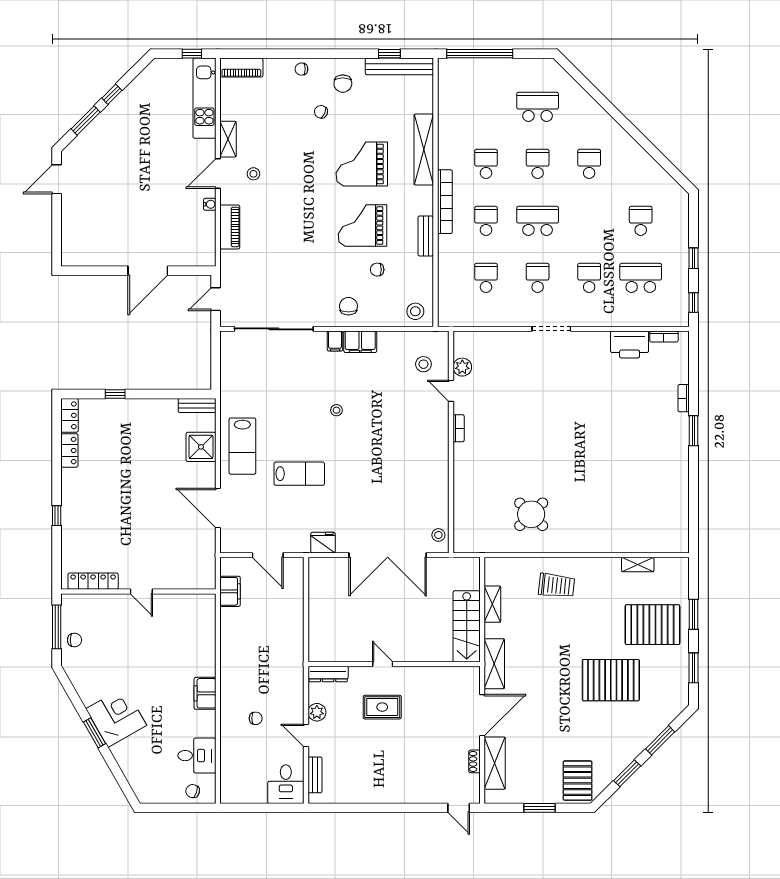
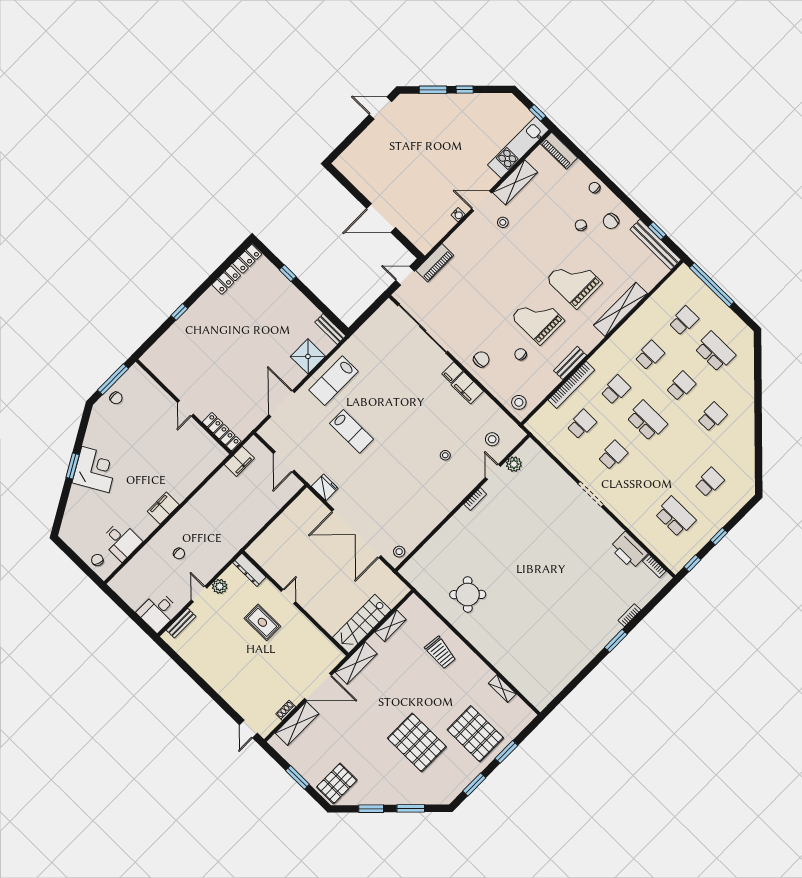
shelving: (228, 139) -> (515, 182), width x1.50, depth x1.33
bookcase: (445, 202) -> (571, 385), moved
piano: (230, 227) -> (435, 263), moved
school desk: (589, 278) -> (684, 321), moved
stool: (336, 410) -> (445, 455), moved
locker: (93, 581) -> (222, 432), moved

